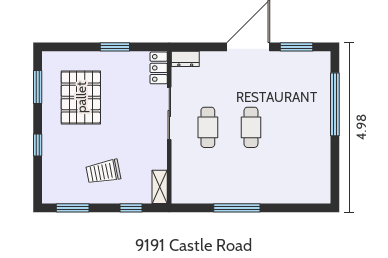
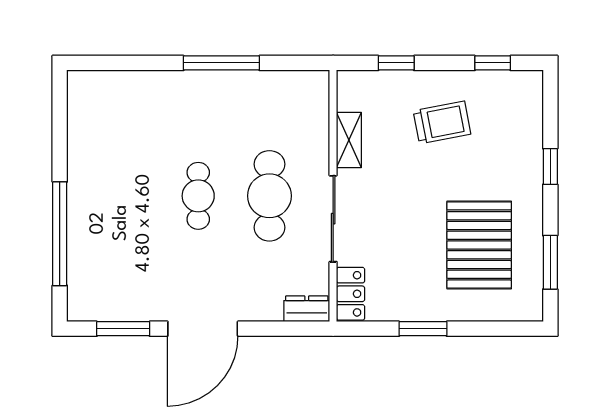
cafe table: (208, 127) -> (269, 196), width x1.37, depth x1.35
shelving: (160, 187) -> (349, 140), moved
window: (73, 208) -> (493, 63), width x0.67

